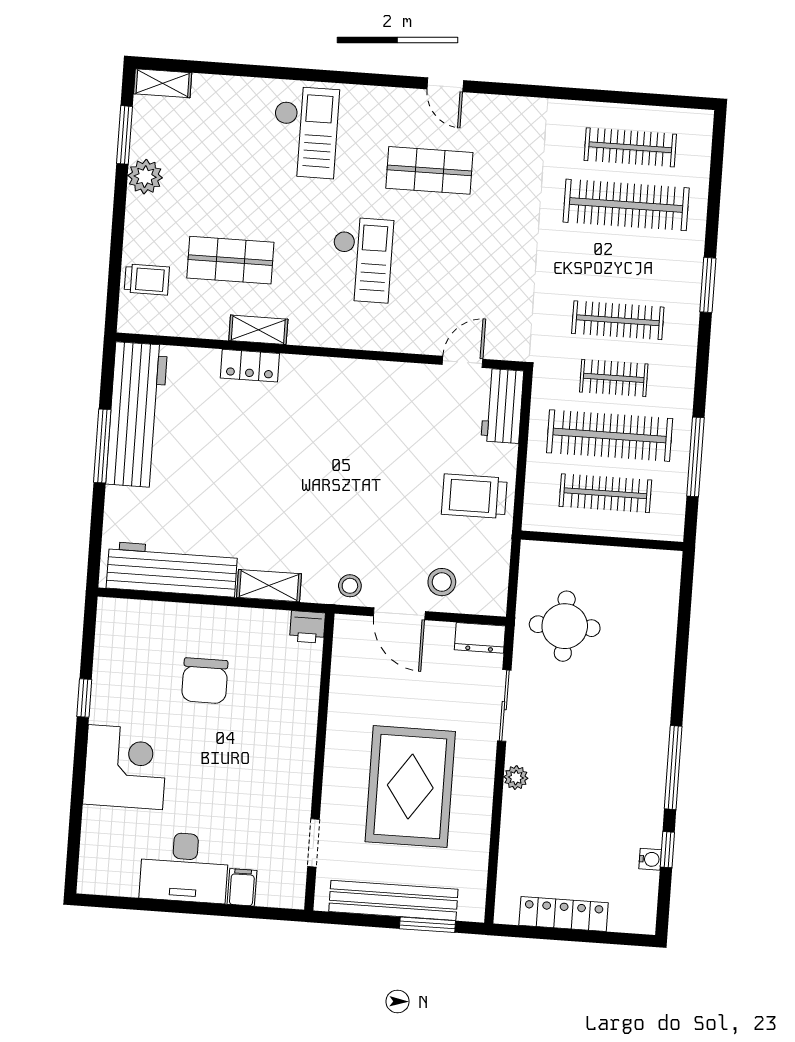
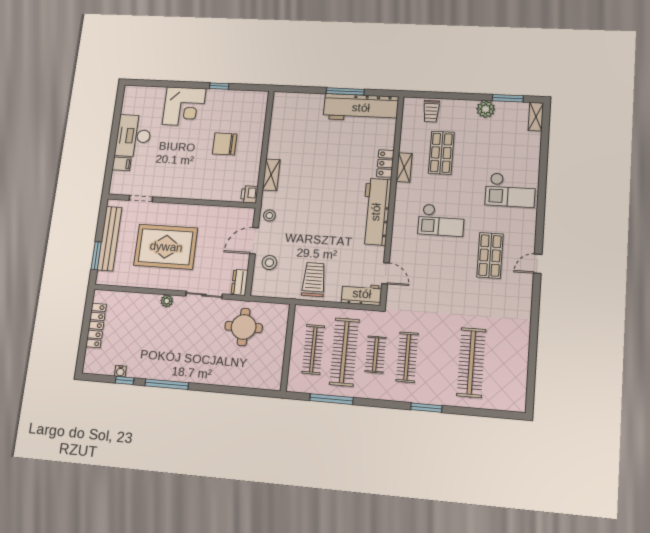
clothes rail: (630, 147) -> (504, 365), removed
workbench: (172, 569) -> (376, 212), moved, turned 180

